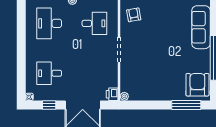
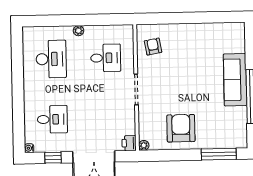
desk: (49, 23) -> (51, 59), turned 180
sofa: (201, 27) -> (235, 80), moved
desk: (49, 73) -> (52, 119), turned 180
armchair: (197, 85) -> (181, 128), moved

